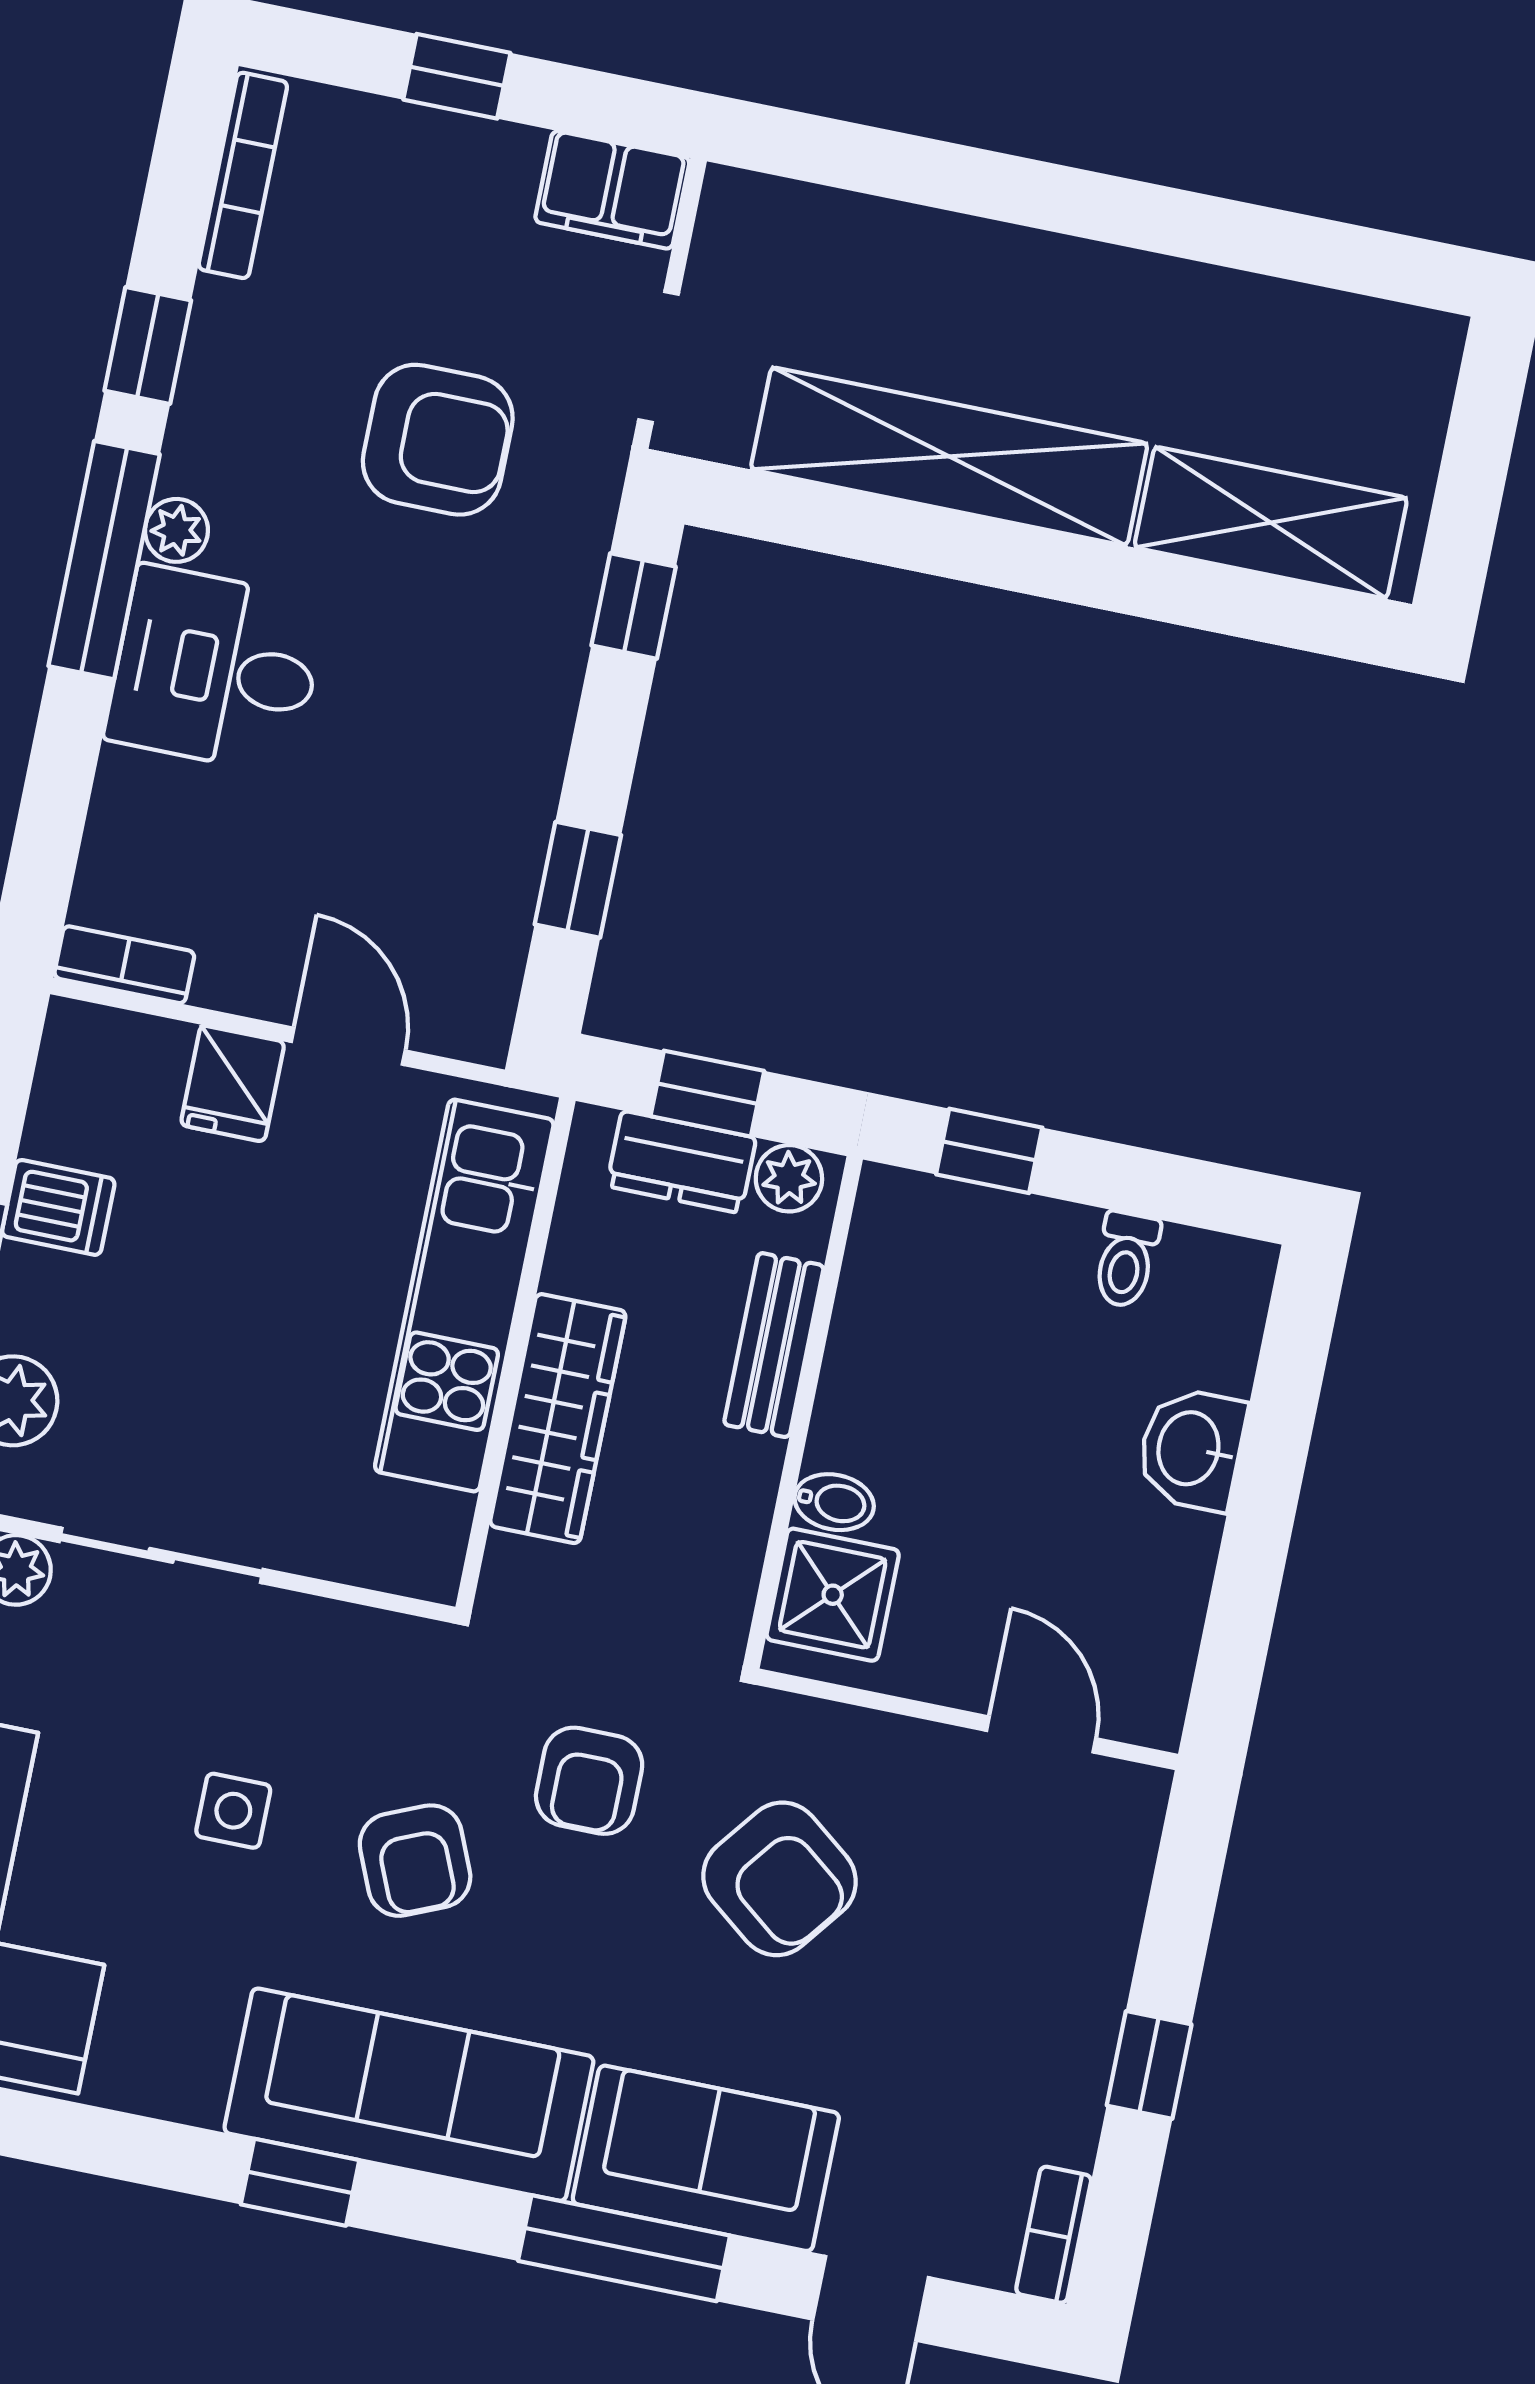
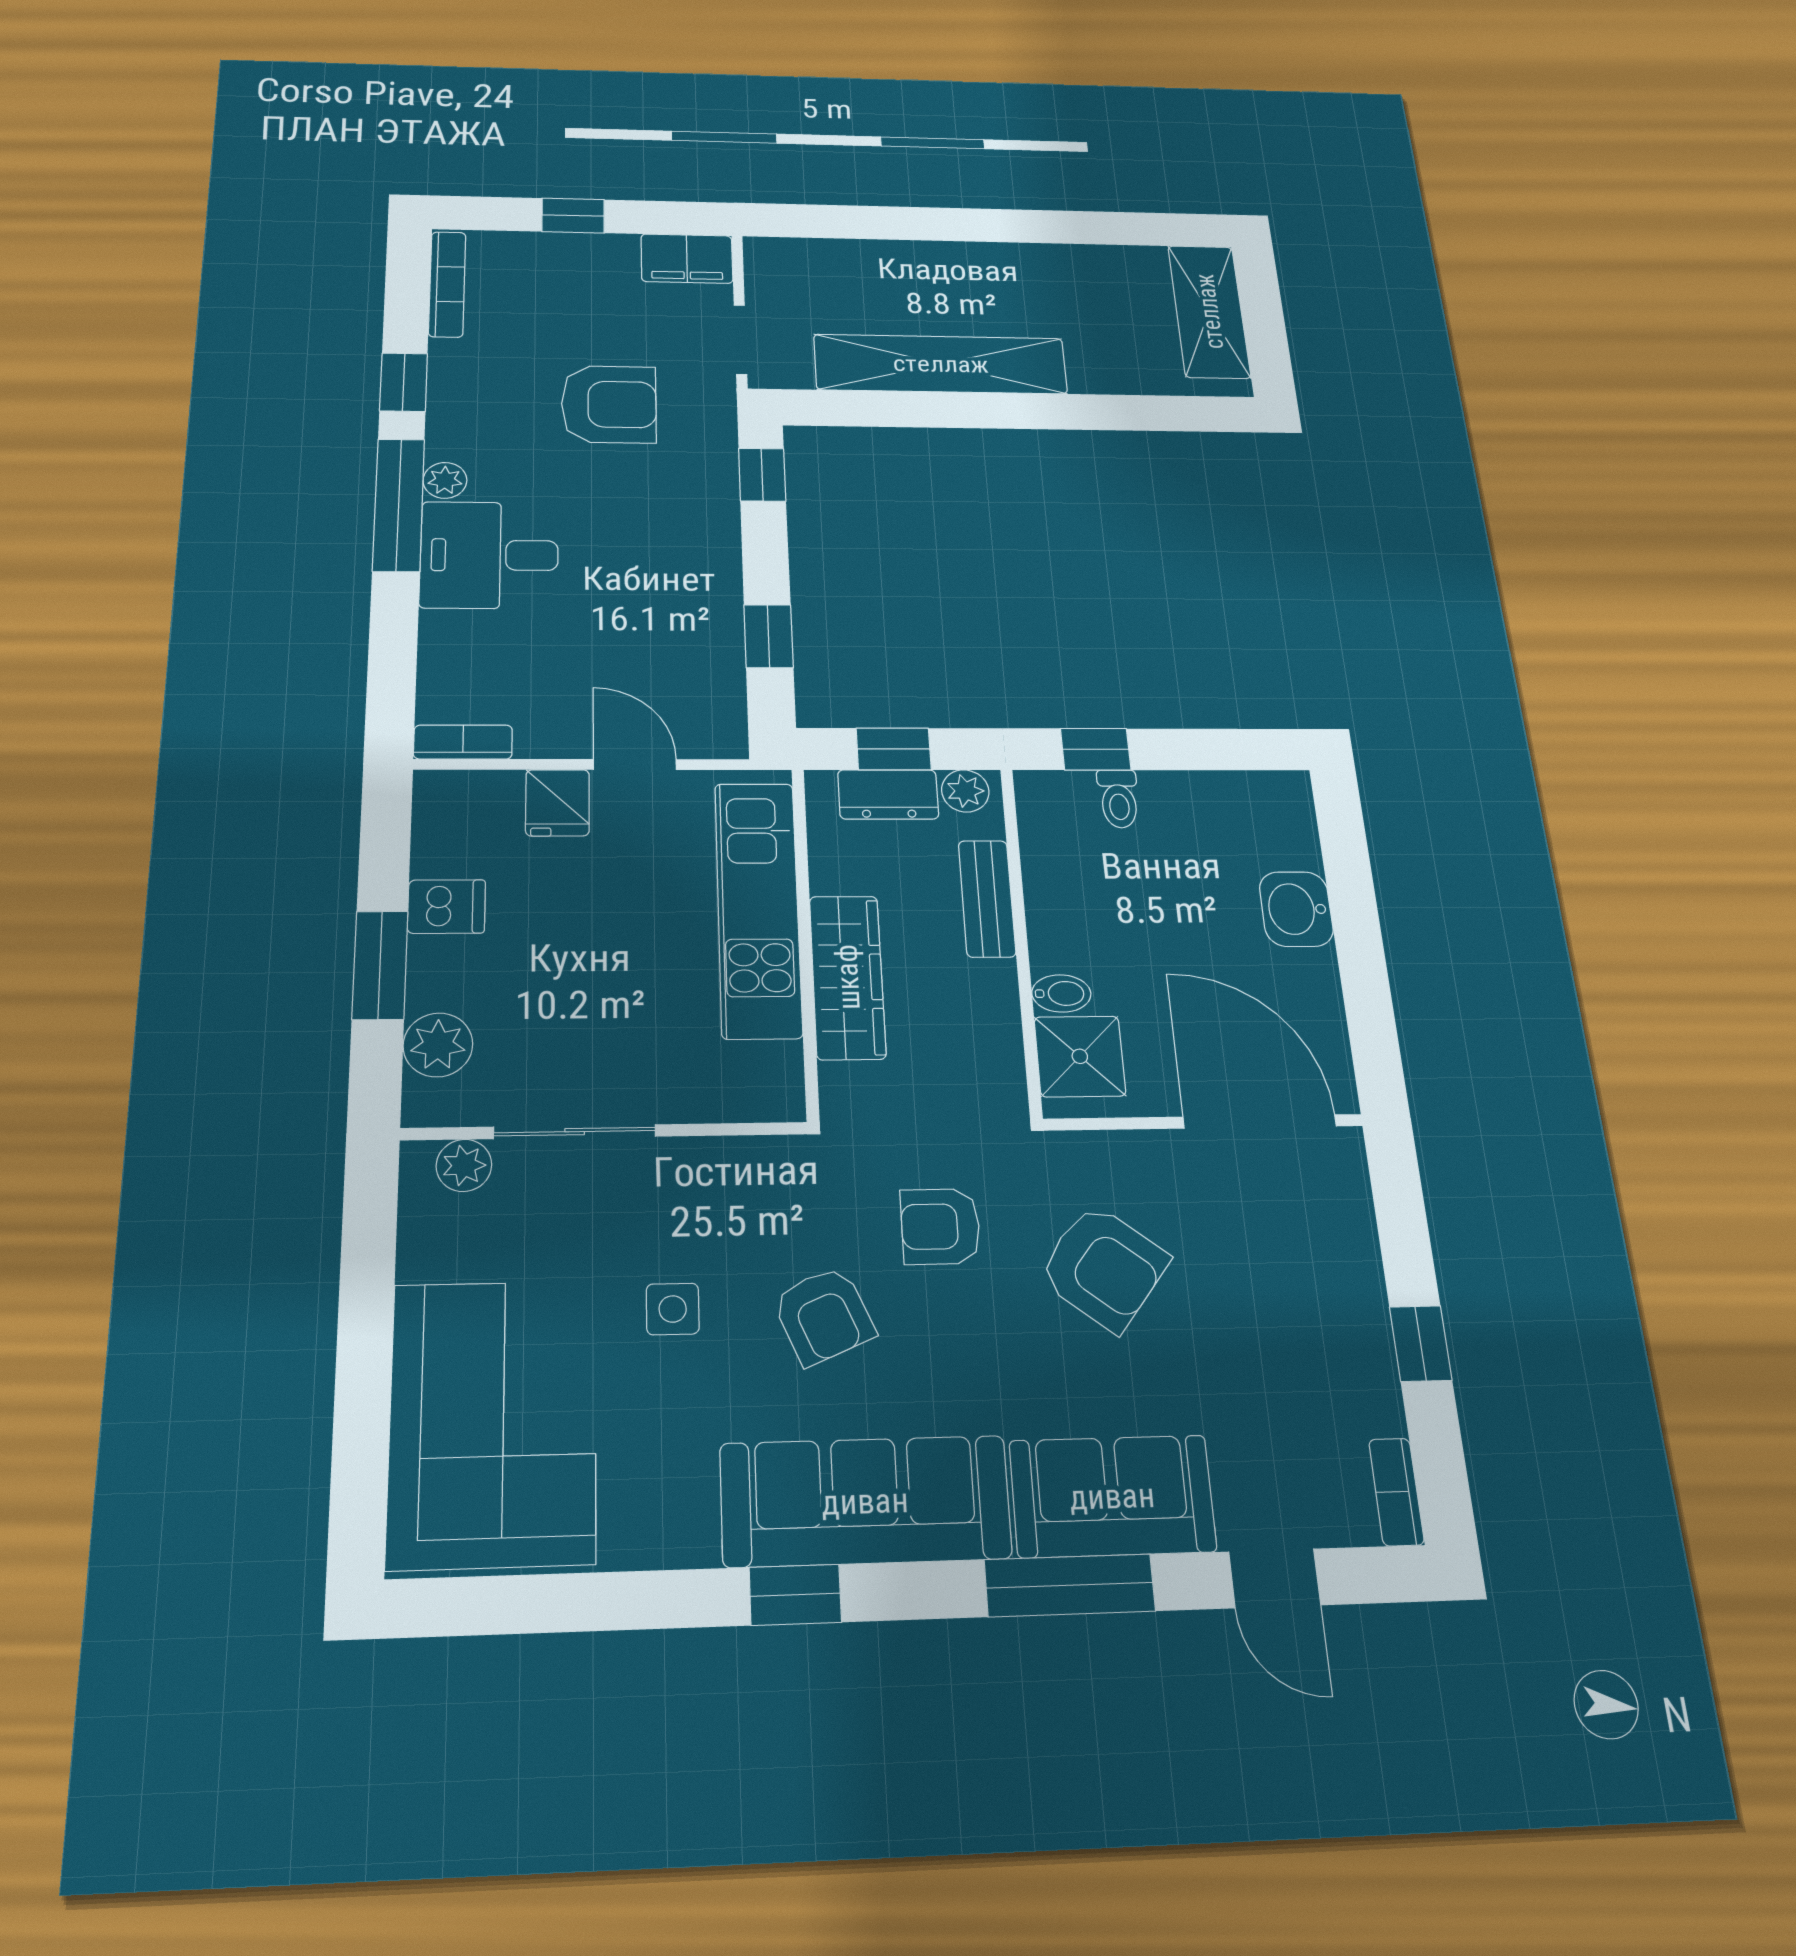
shelving: (1271, 523) -> (1209, 311), moved, turned 90
toilet: (1126, 1260) -> (1119, 799), moved
door: (1041, 1734) -> (1260, 1122), width x1.87
armchair: (589, 1781) -> (940, 1226), turned 90

